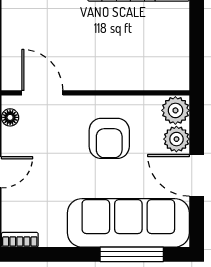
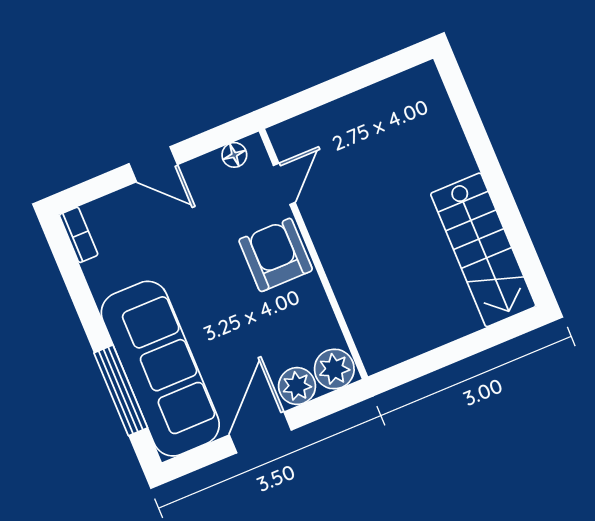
door: (42, 93) -> (284, 184), width x0.73
armchair: (109, 138) -> (276, 255), moved, turned 90

